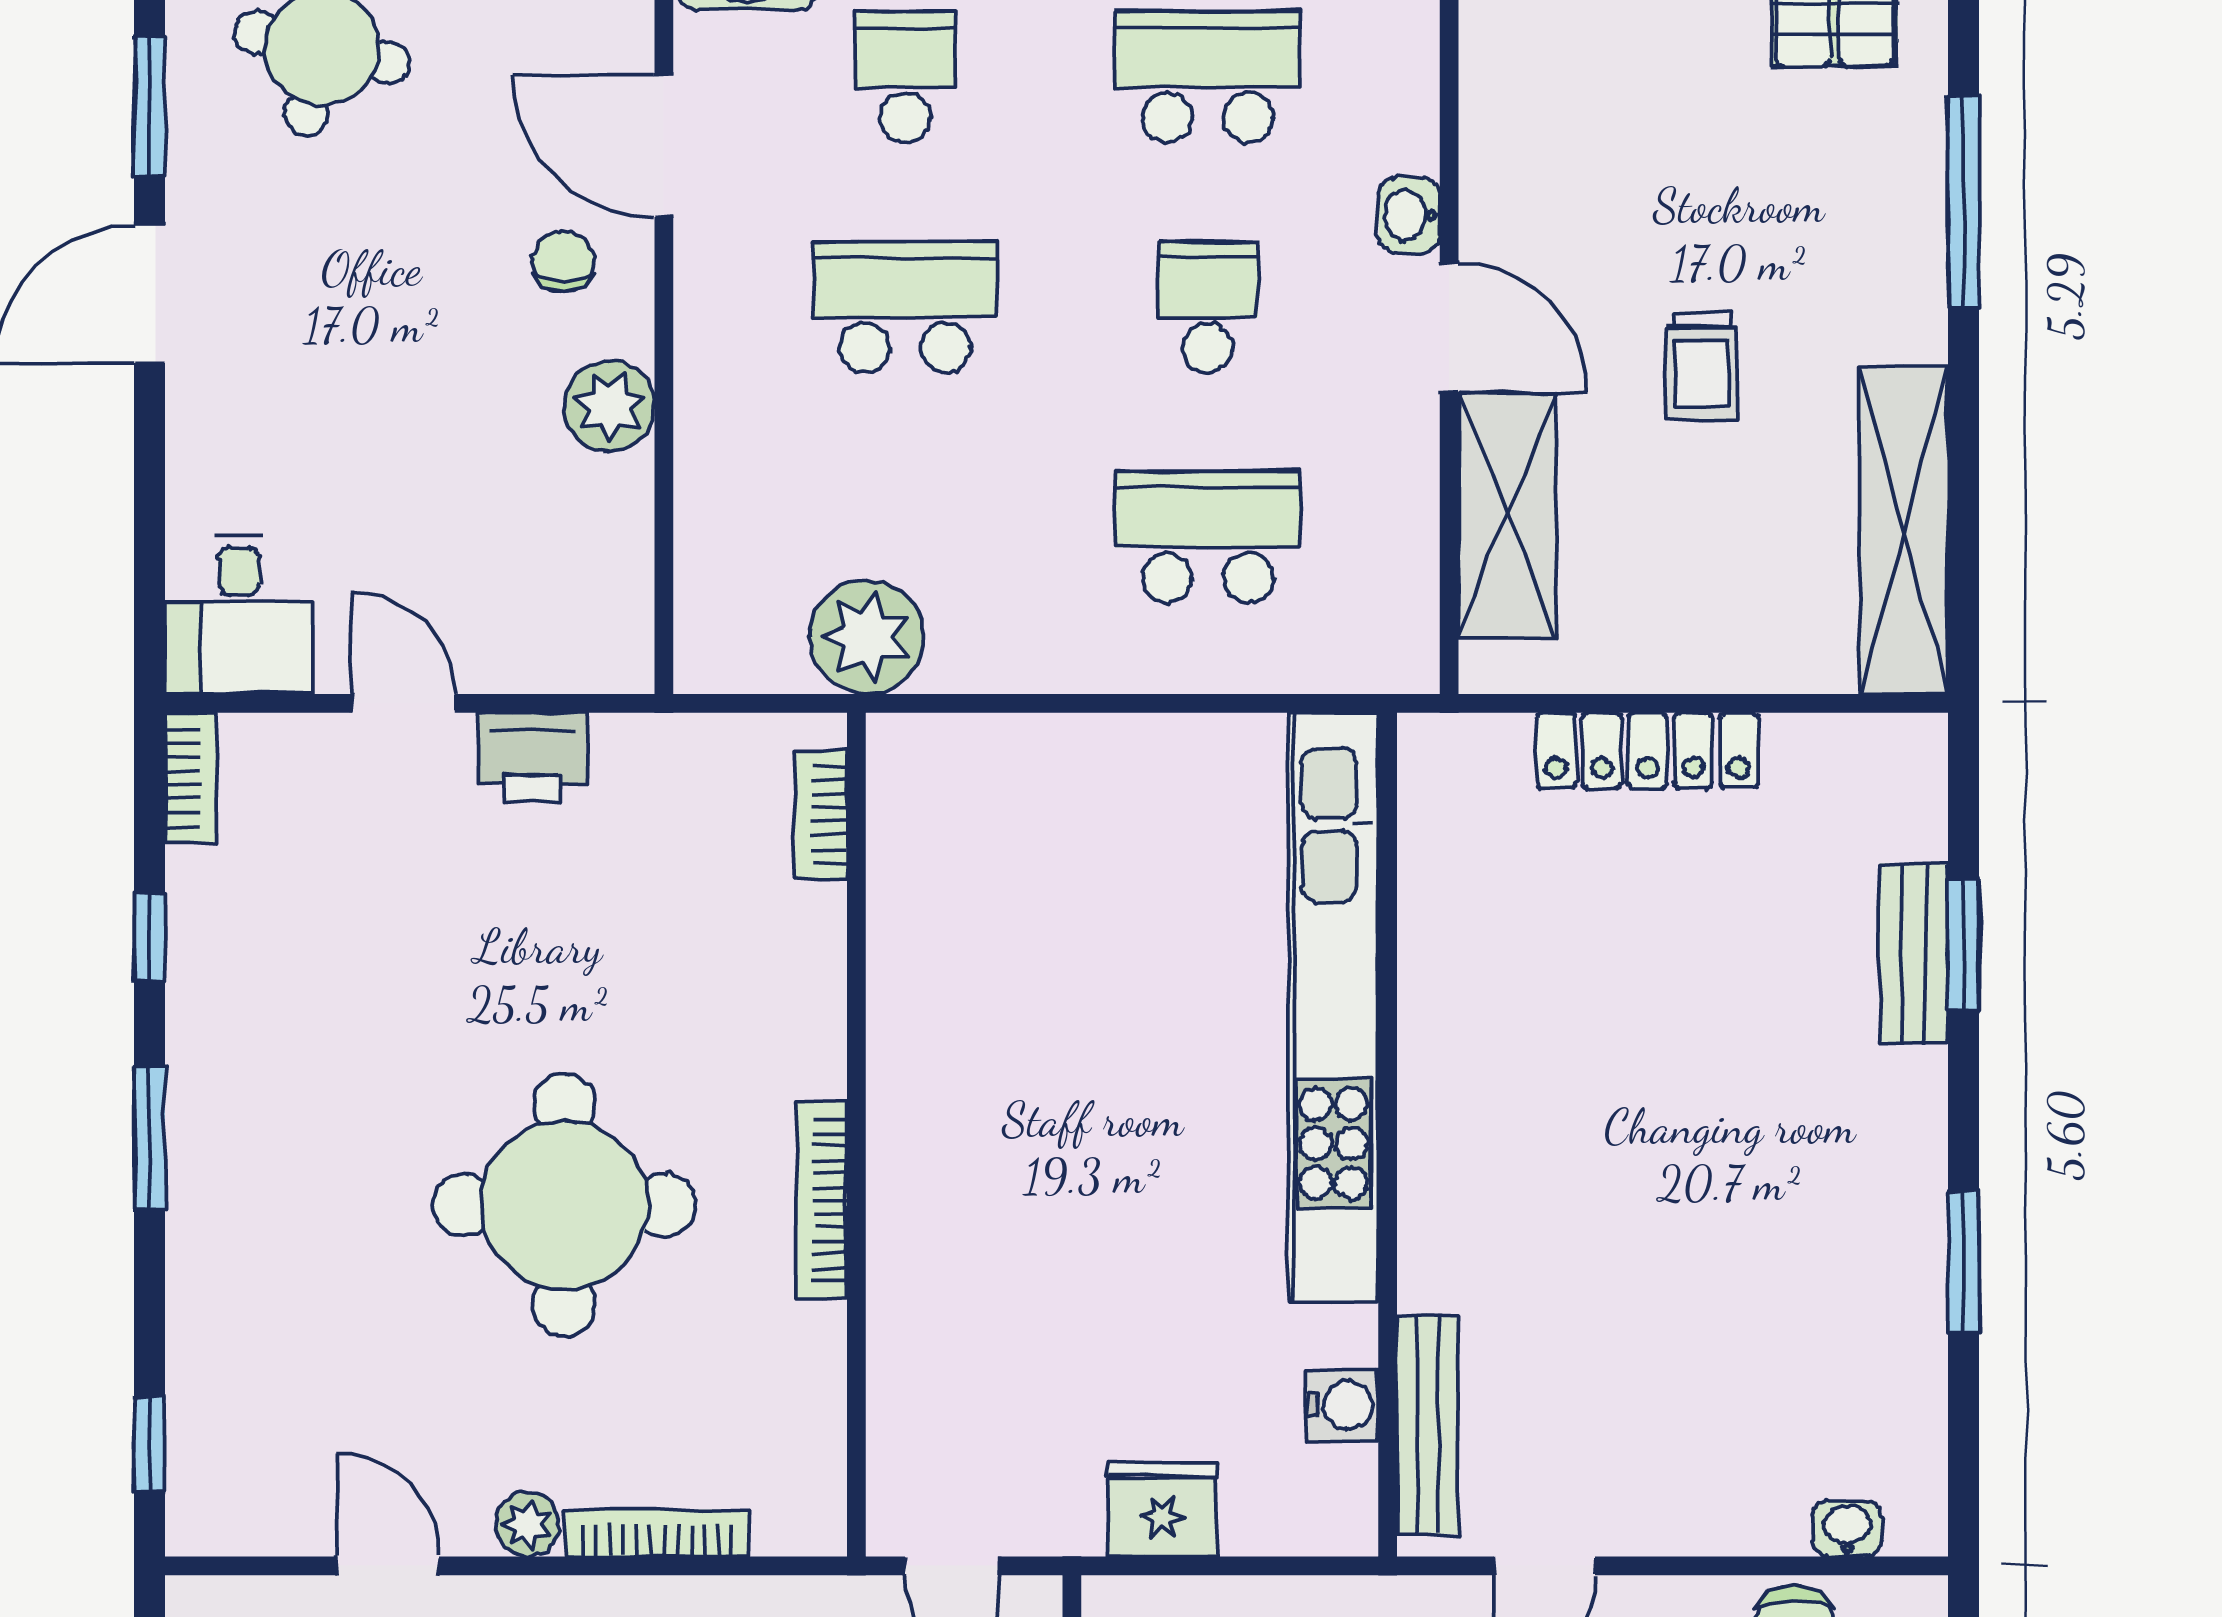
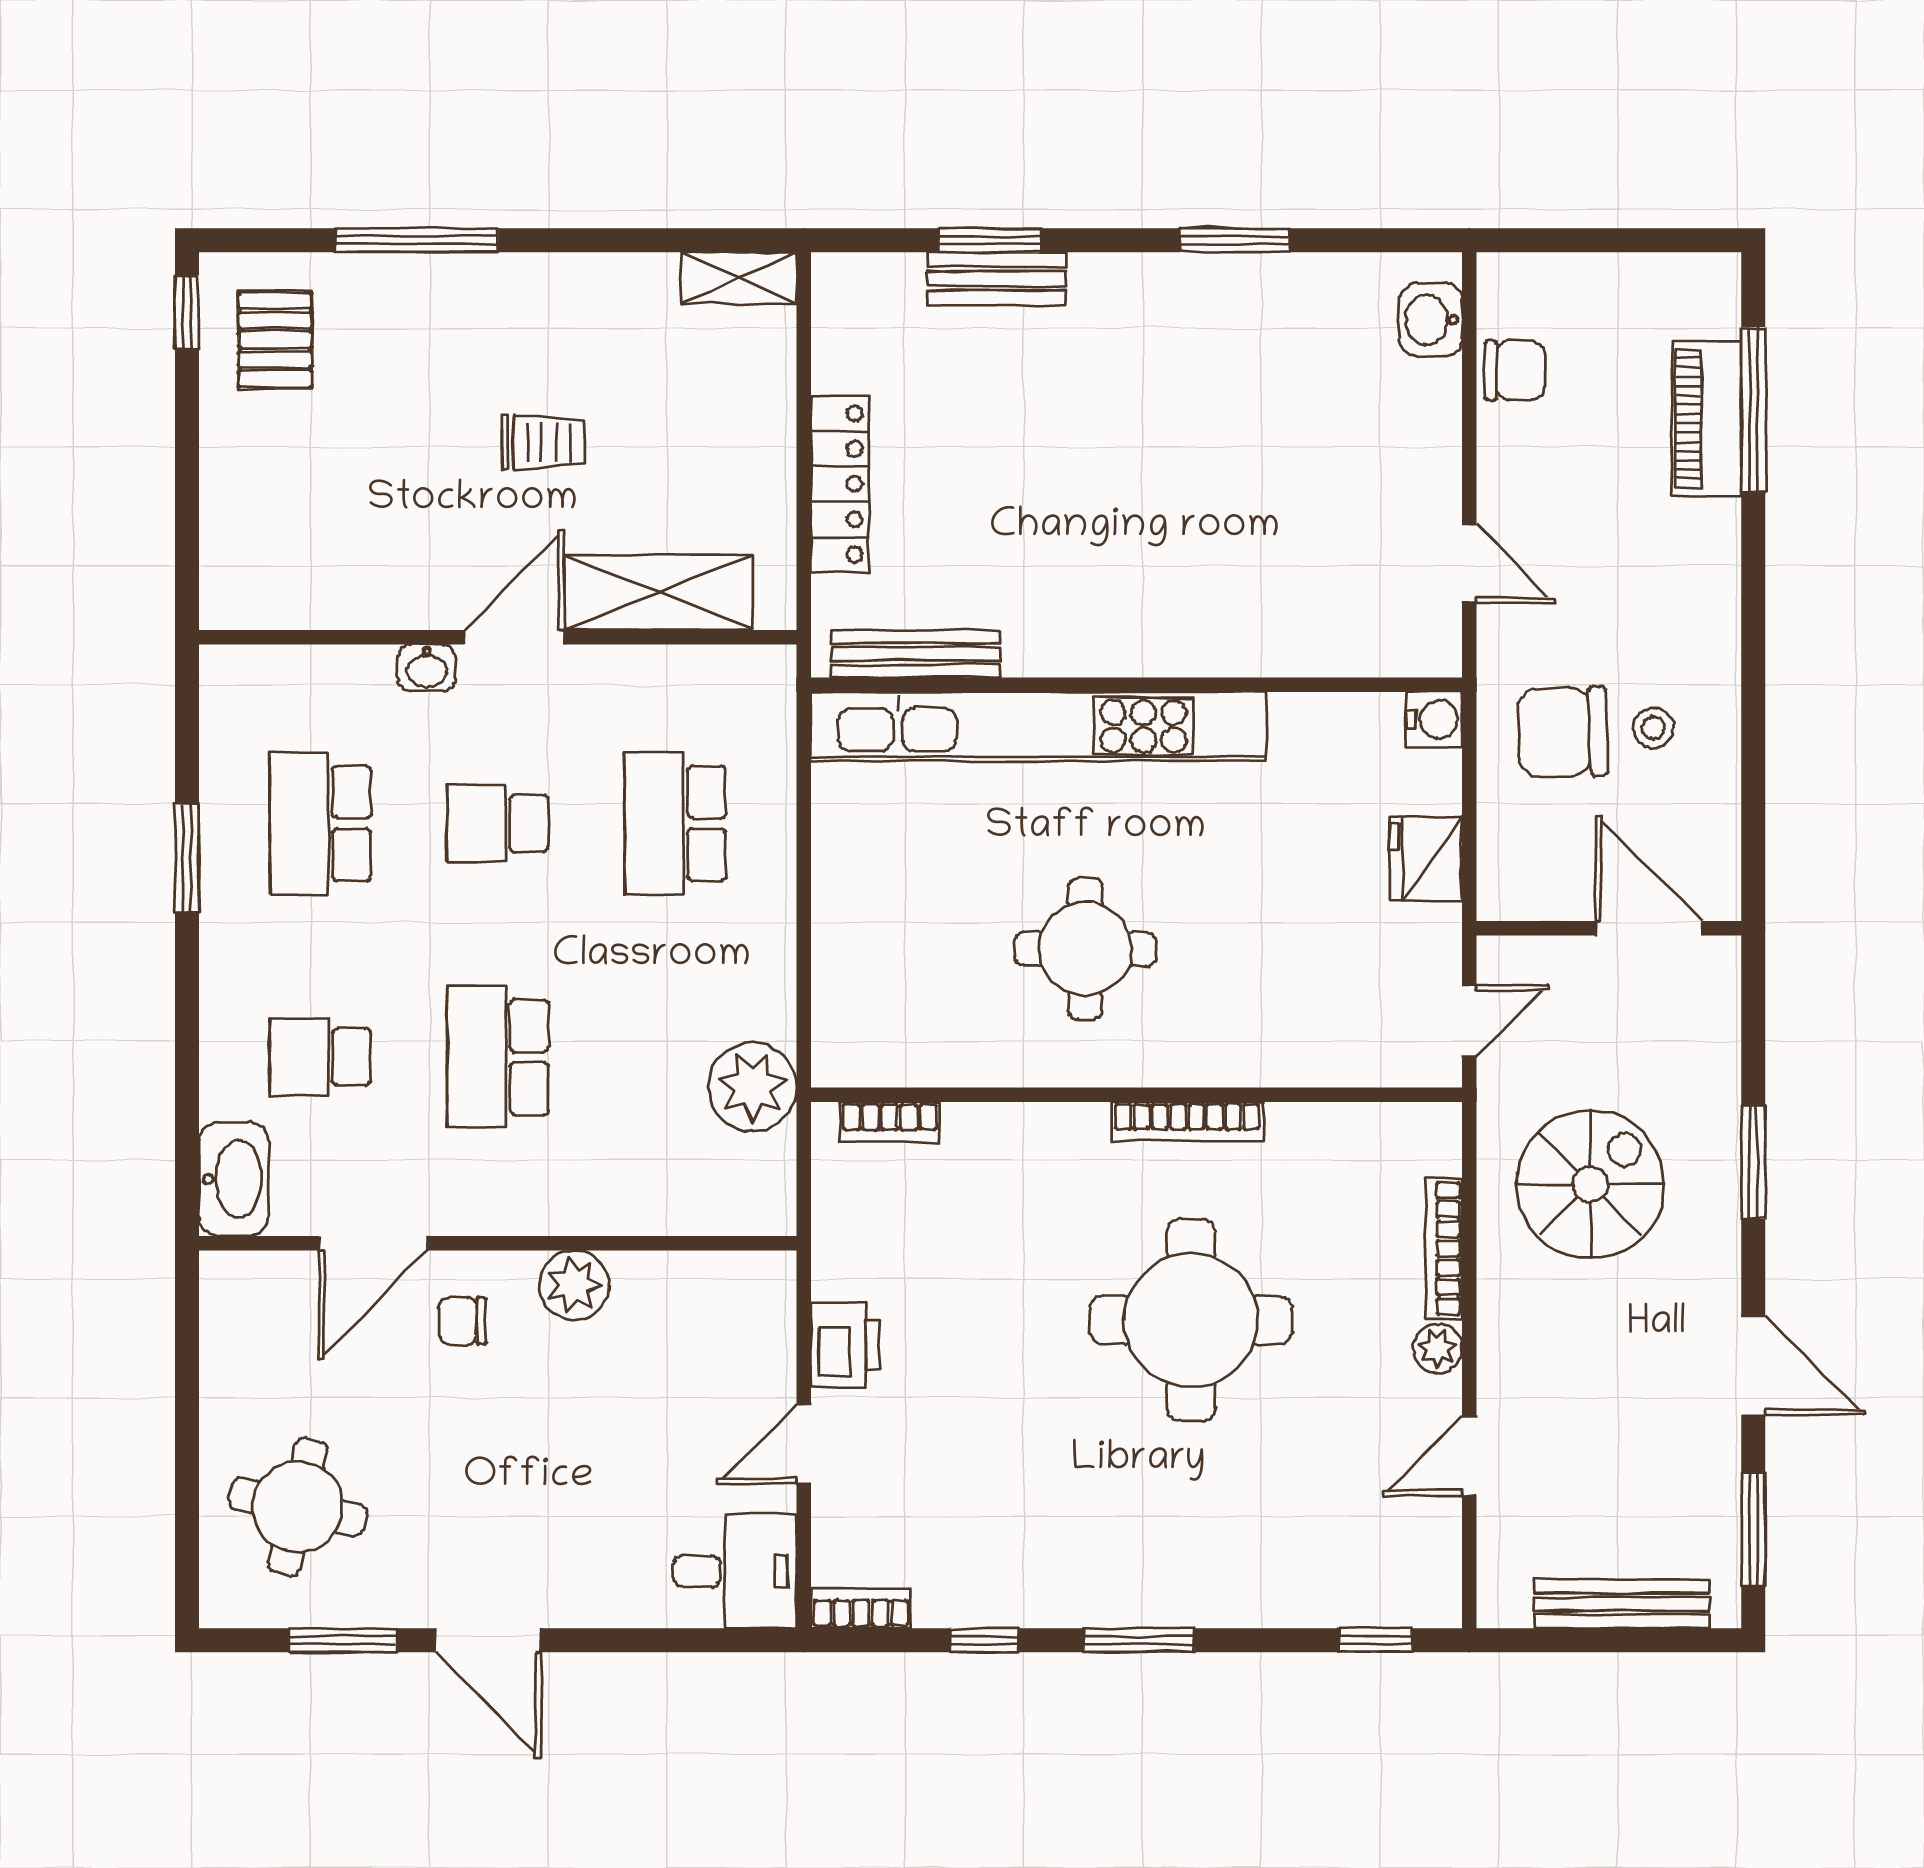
shelving: (1903, 531) -> (739, 278), width x0.45, depth x0.75
round table: (1046, 1068) -> (1085, 949), added
water cooler: (1342, 1405) -> (1434, 720), moved, turned 90
bench: (1427, 1425) -> (916, 654), moved
washbasin: (1847, 1528) -> (1431, 320), width x1.38, depth x1.45

